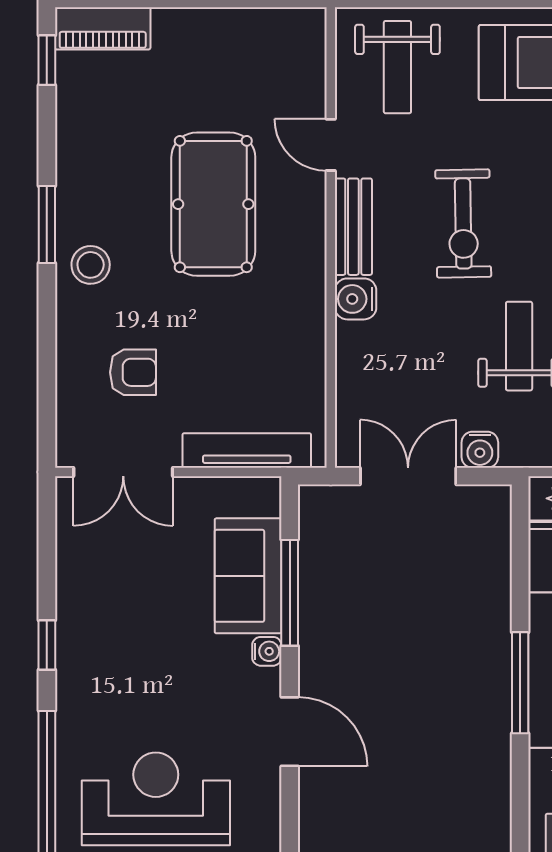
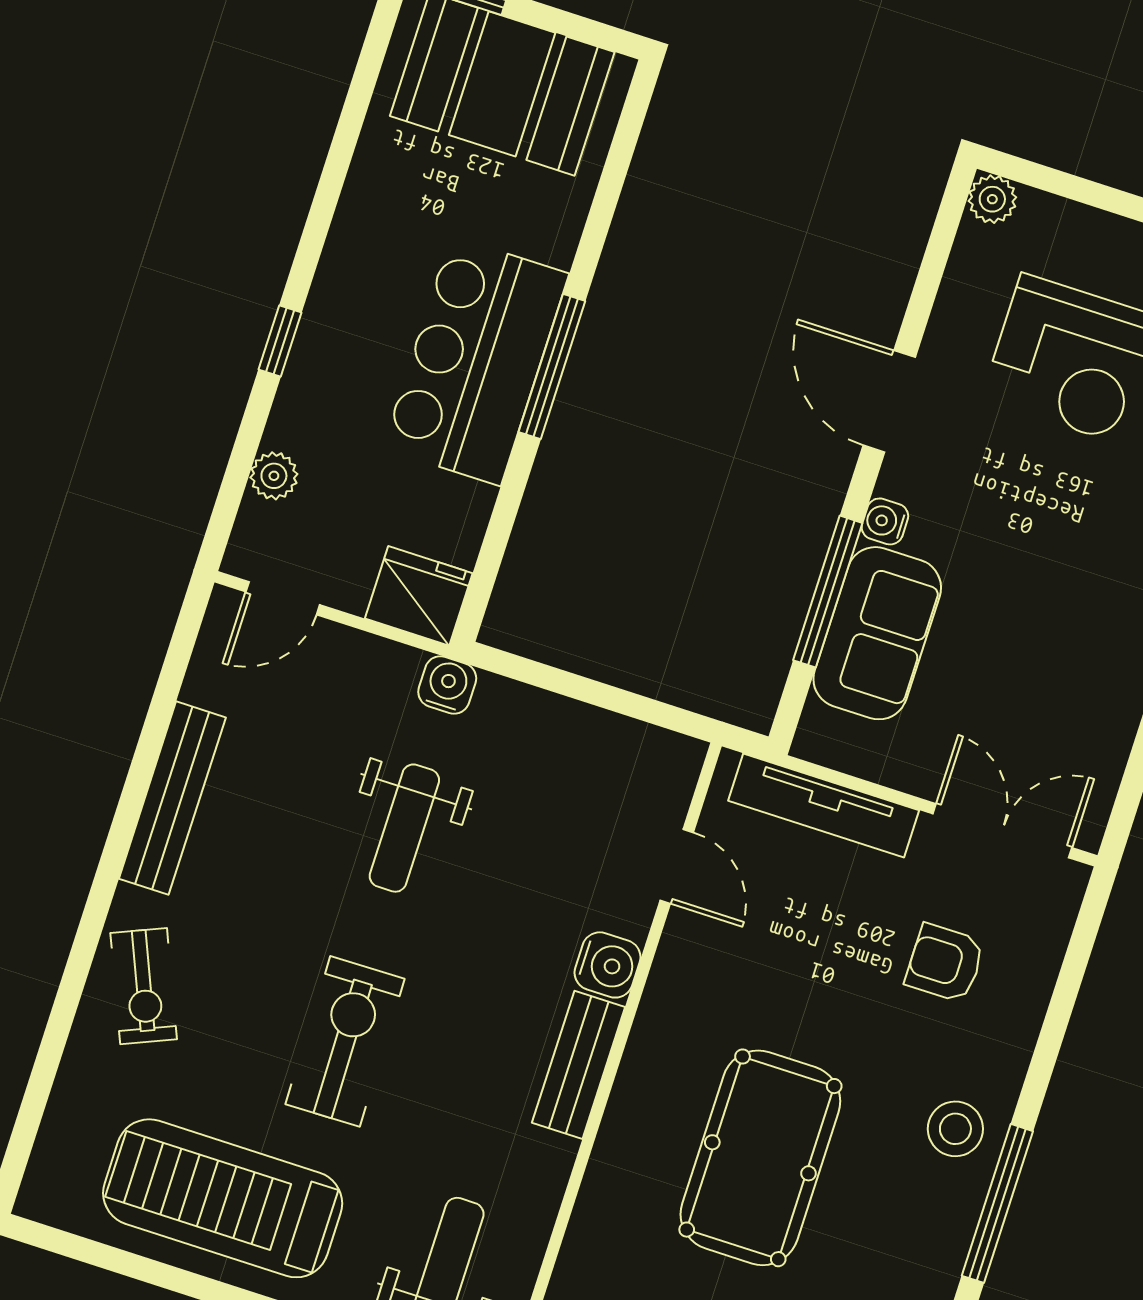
door: (331, 145) -> (677, 866), moved
exercise bike: (463, 223) -> (345, 1041), moved
window: (47, 225) -> (997, 1203), width x1.44
water cooler: (480, 450) -> (447, 685), moved
double door: (408, 476) -> (614, 699), removed

